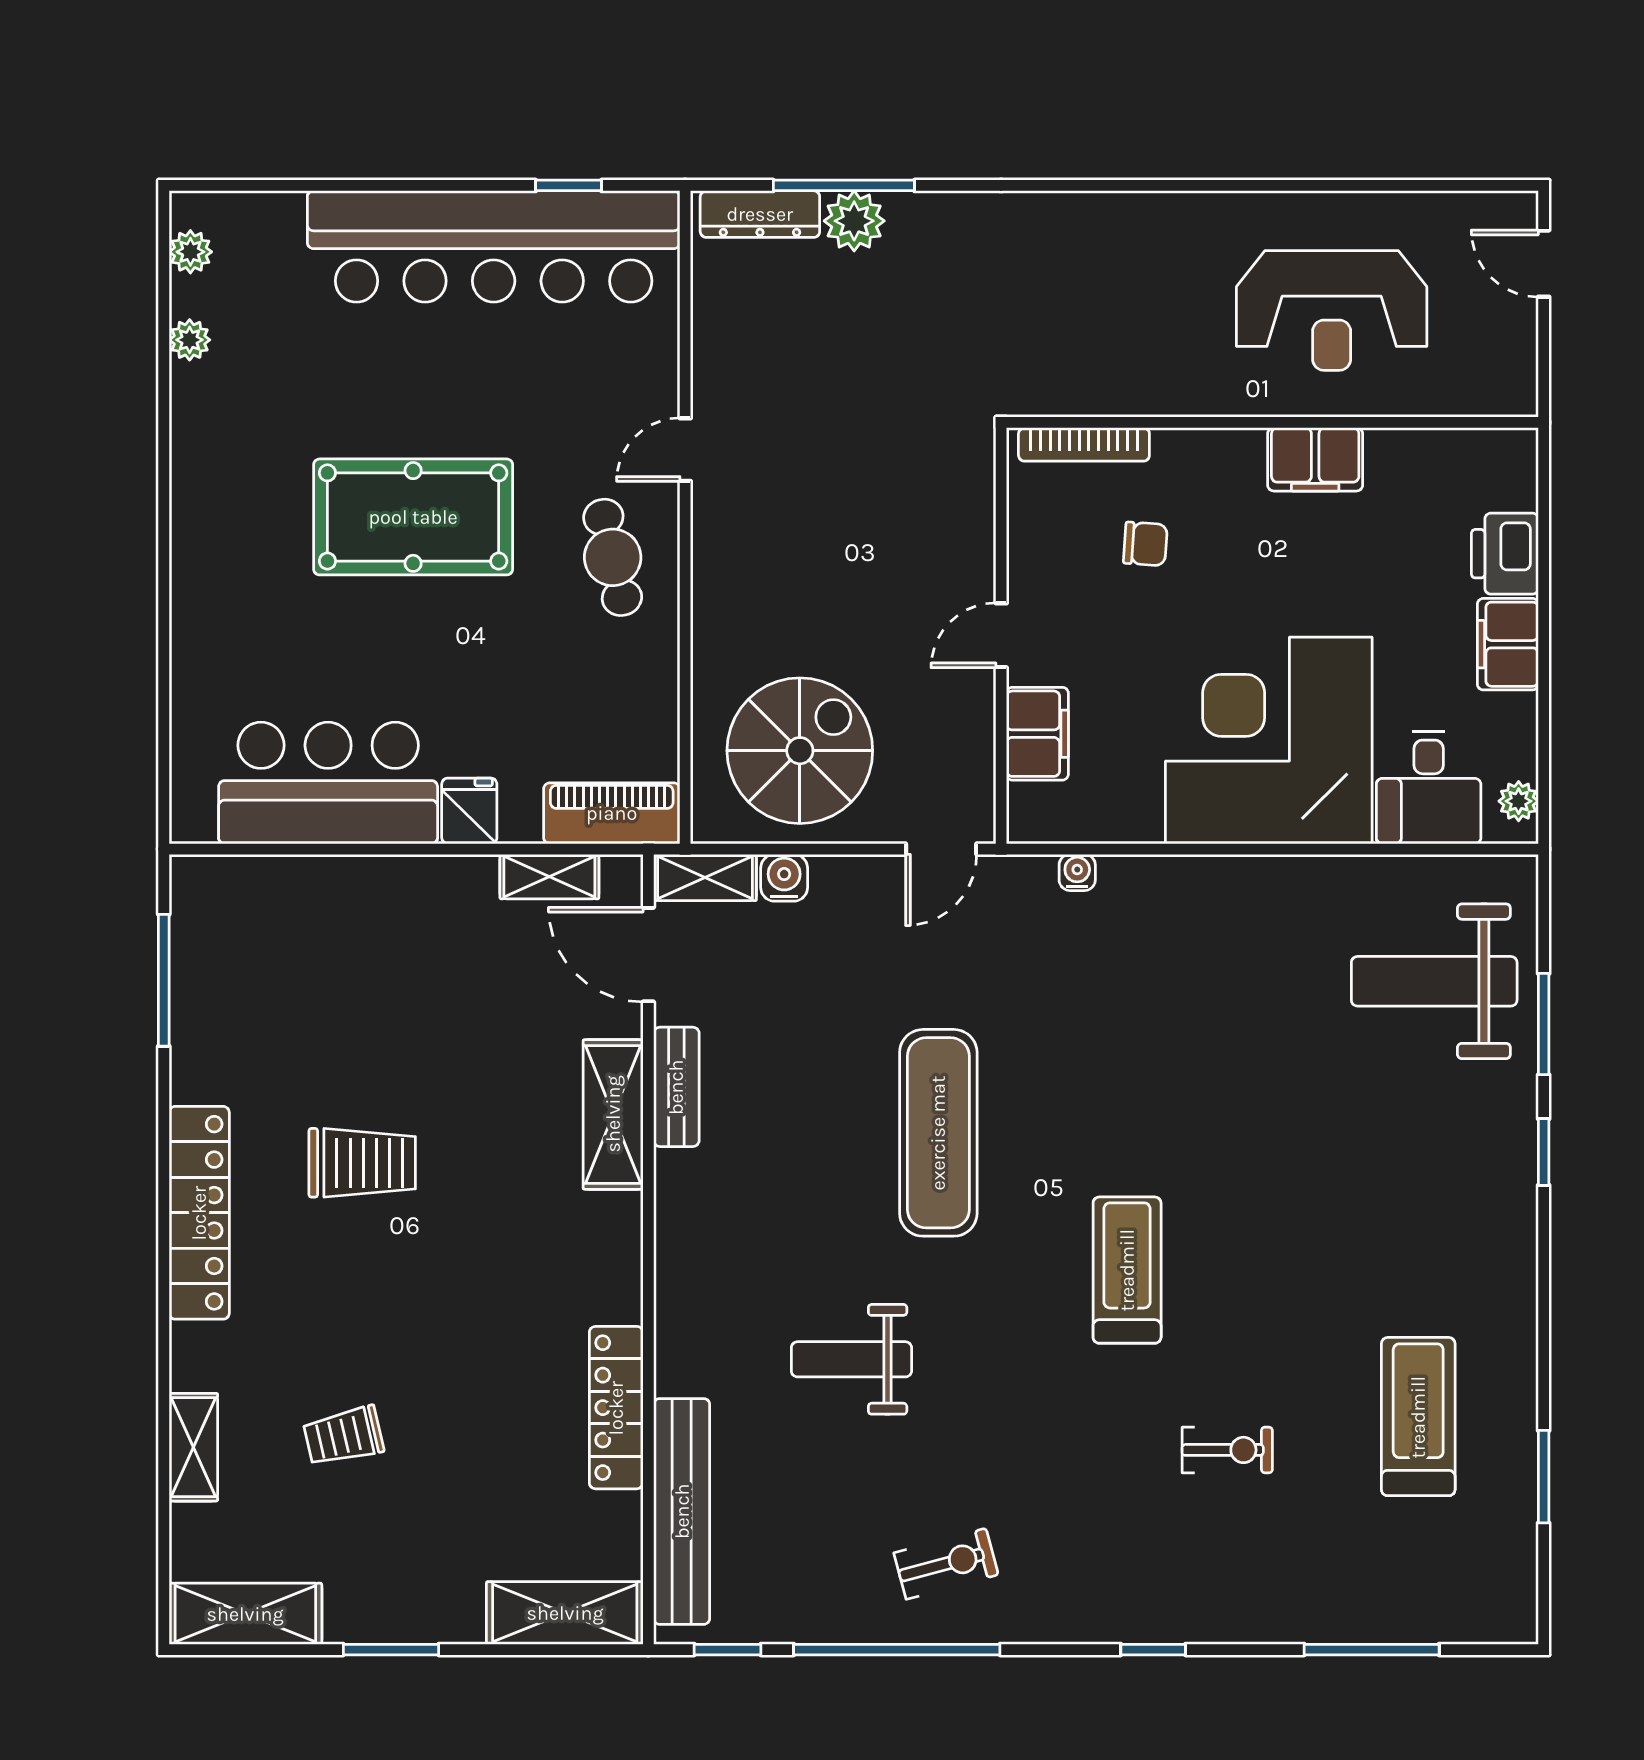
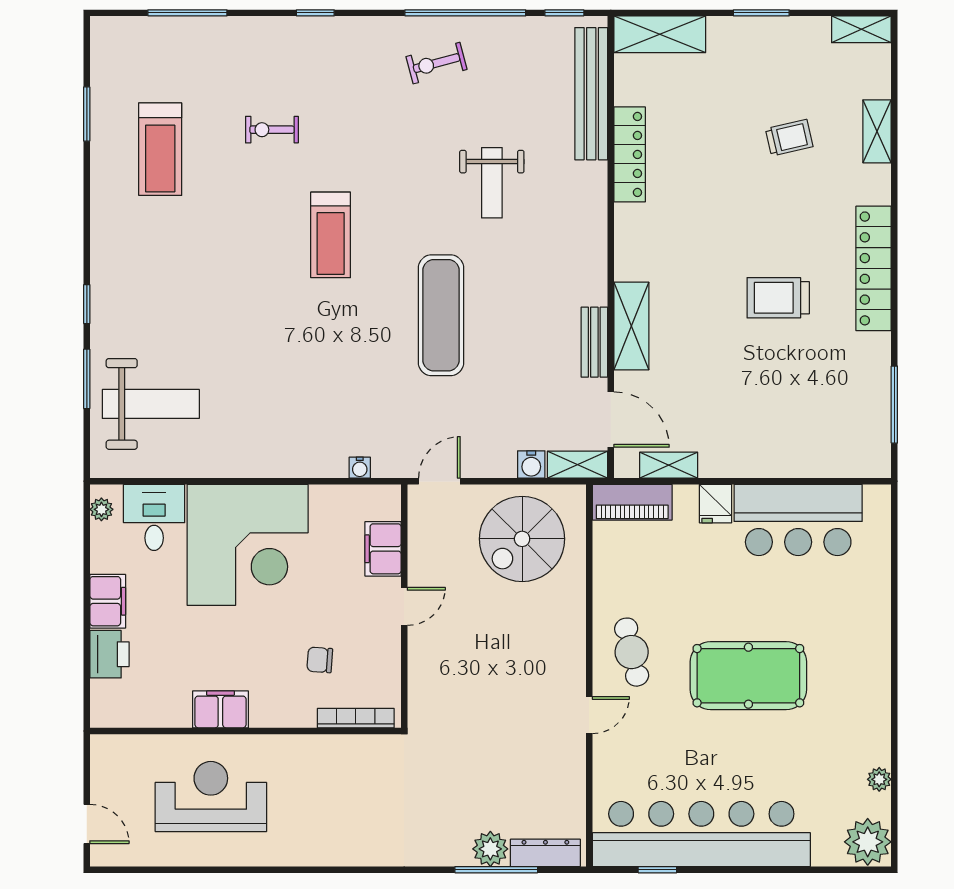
plant: (190, 252) -> (868, 842), width x1.87, depth x1.87
weight bench: (851, 1359) -> (492, 183), turned 90
shelving: (245, 1614) -> (861, 29), width x0.67, depth x0.75

